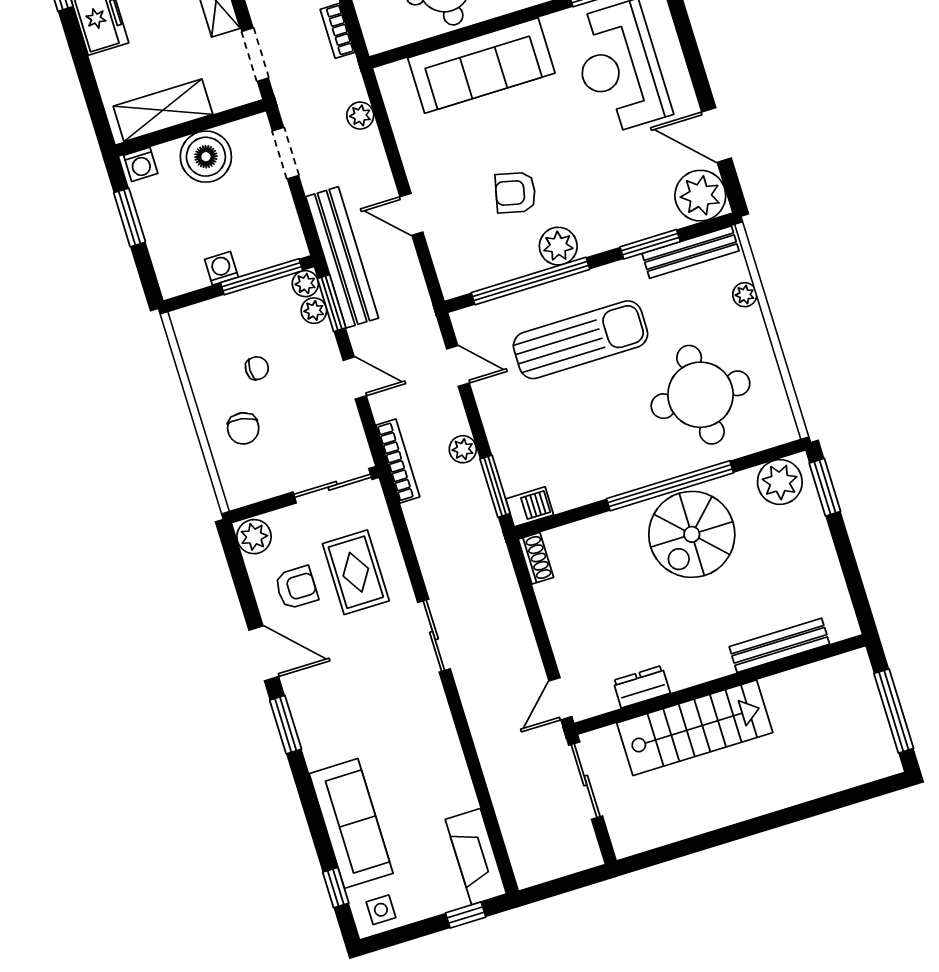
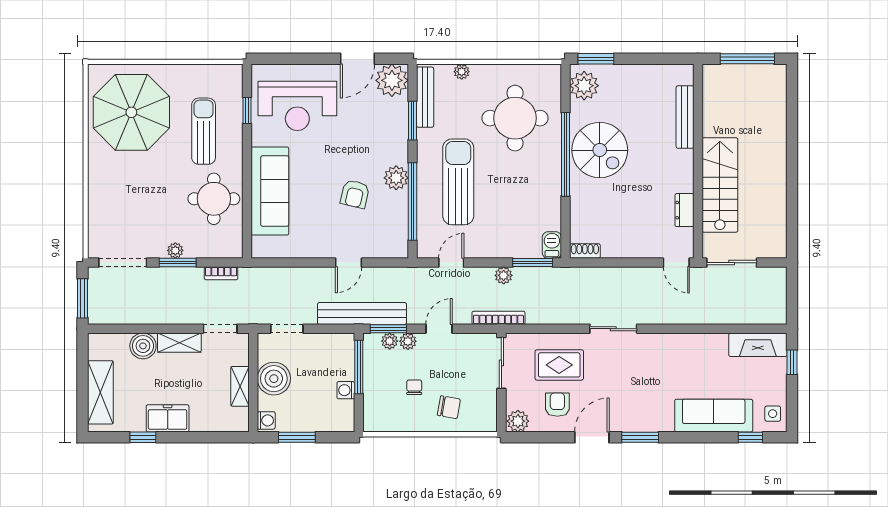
shelving: (163, 110) -> (240, 386), width x0.67, depth x0.75
plant: (360, 116) -> (278, 275), removed
plant: (305, 284) -> (408, 341), moved

